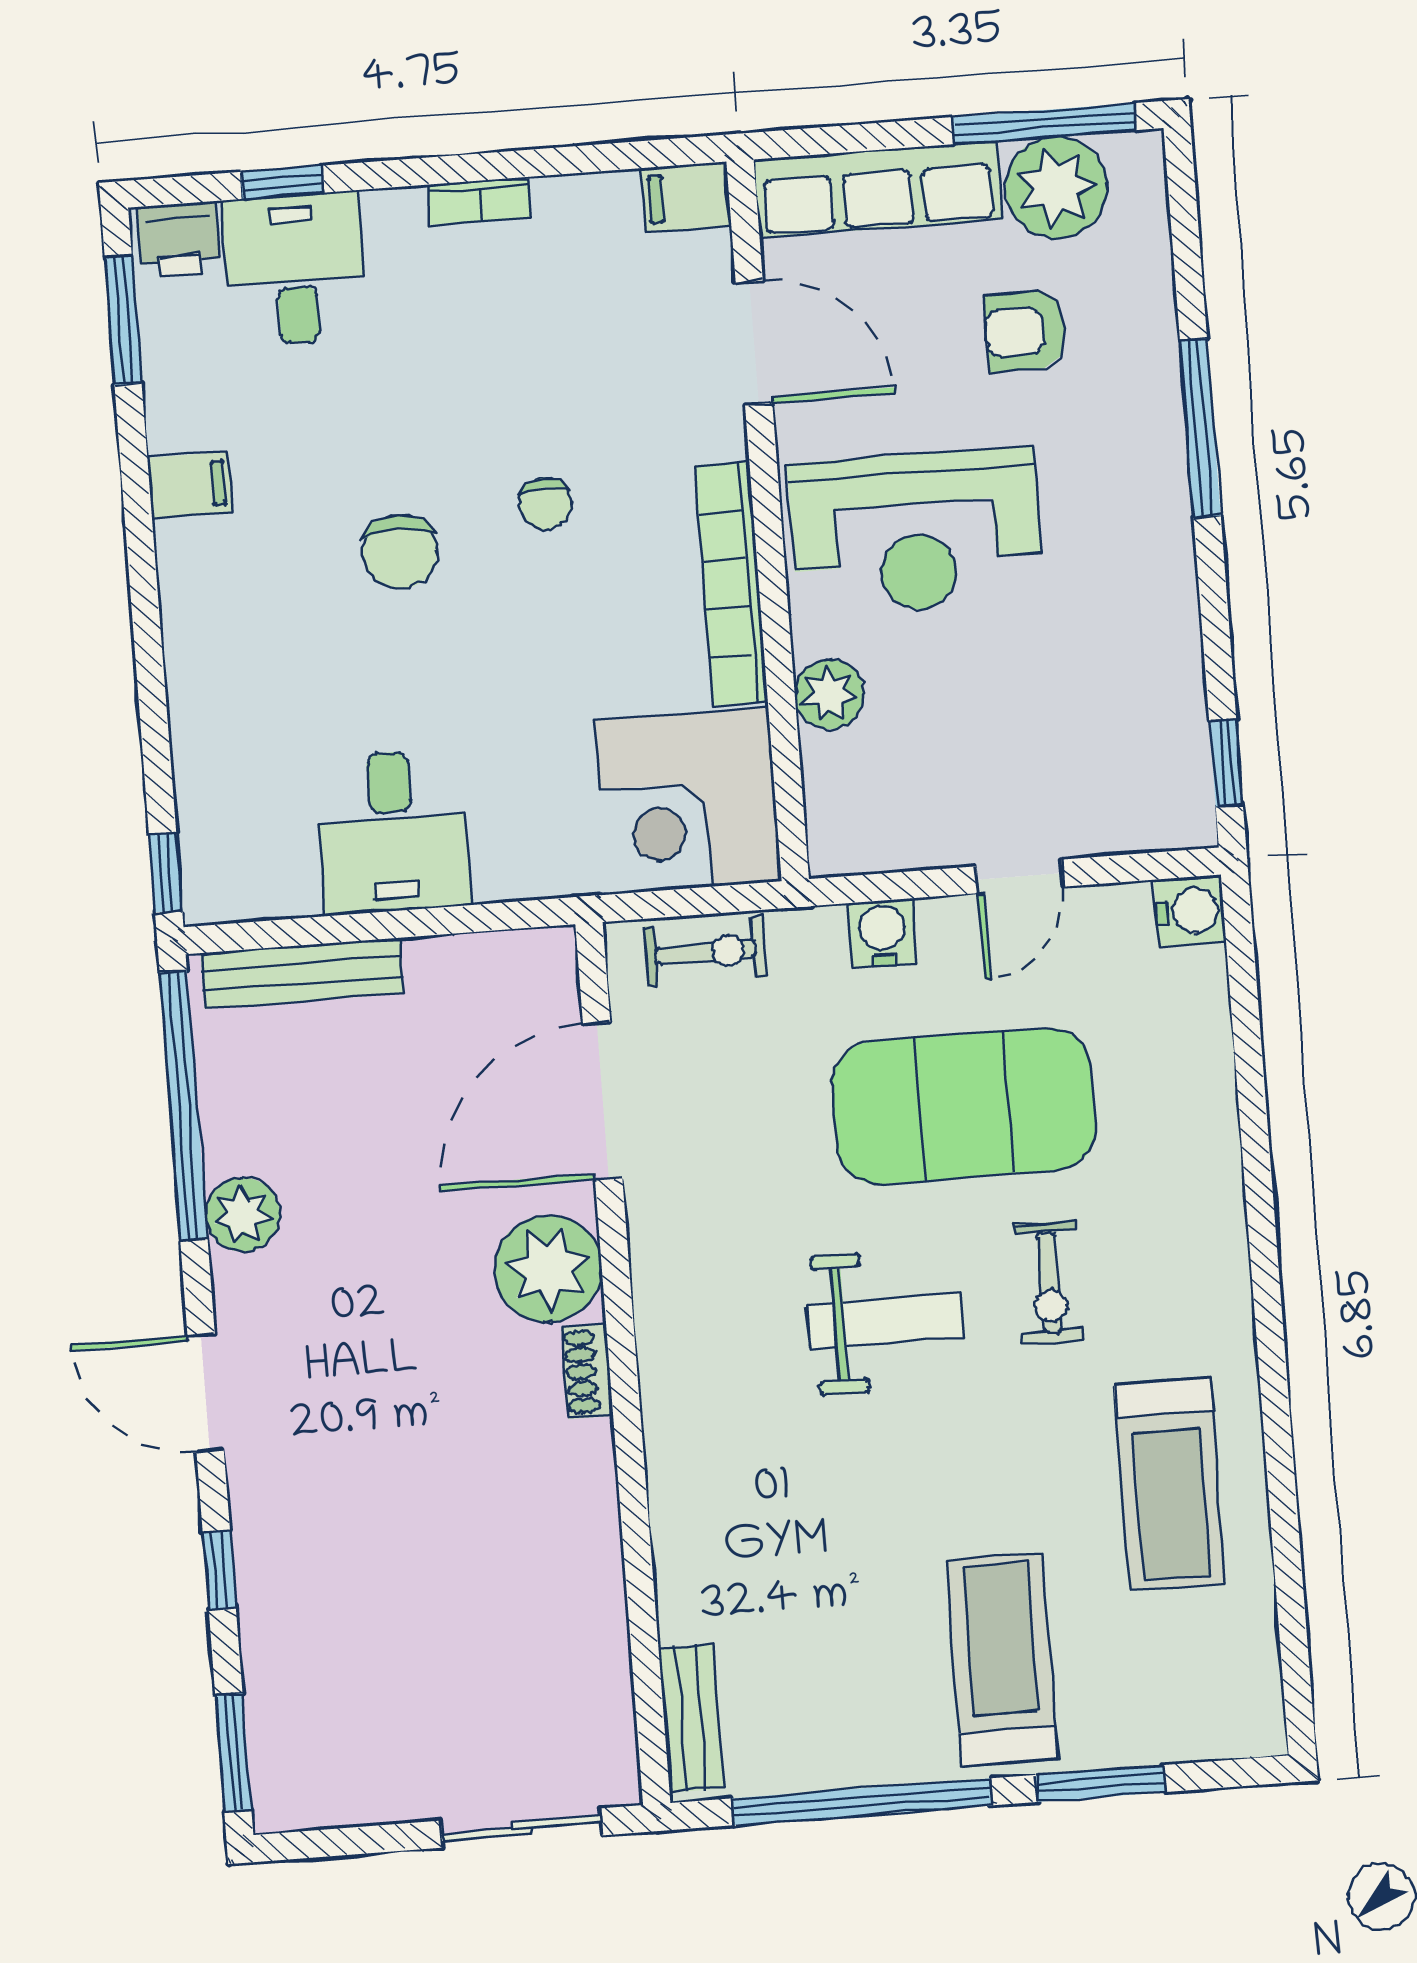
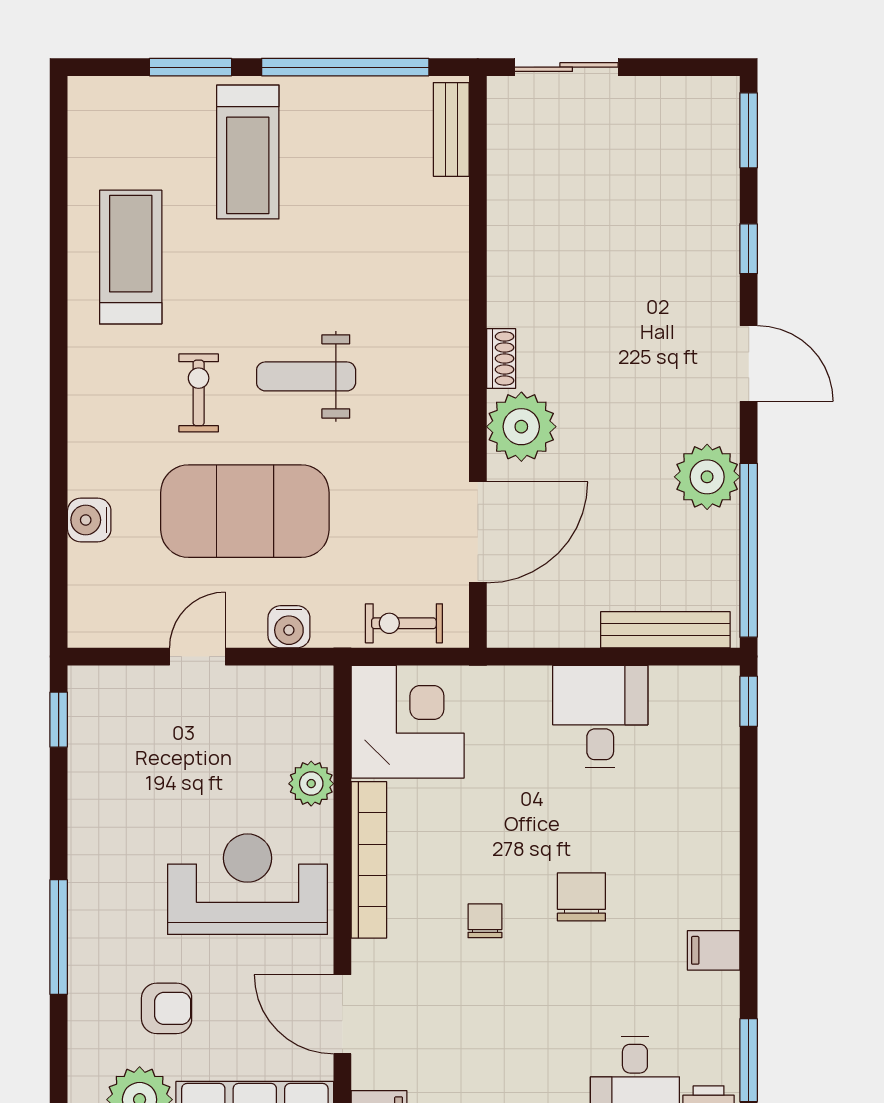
water cooler: (1190, 911) -> (89, 520), moved
plant: (243, 1215) -> (707, 477), width x1.36, depth x1.36

